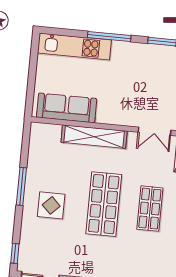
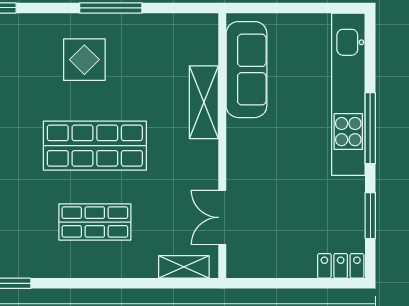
kitchen unit: (74, 47) -> (348, 94), width x1.36
shelving: (94, 137) -> (204, 102), width x0.68

